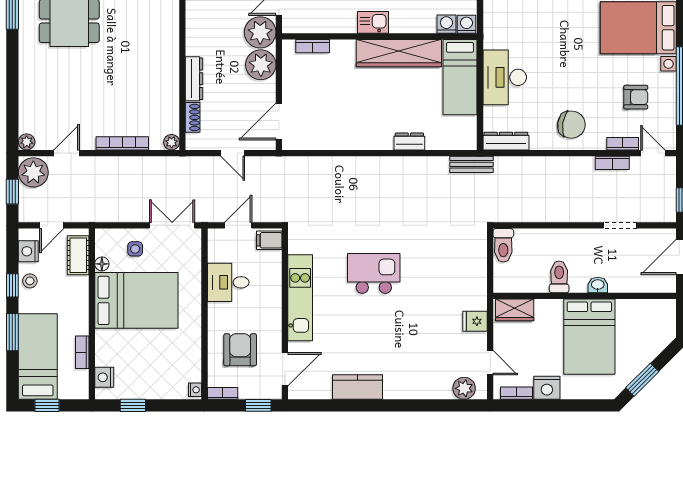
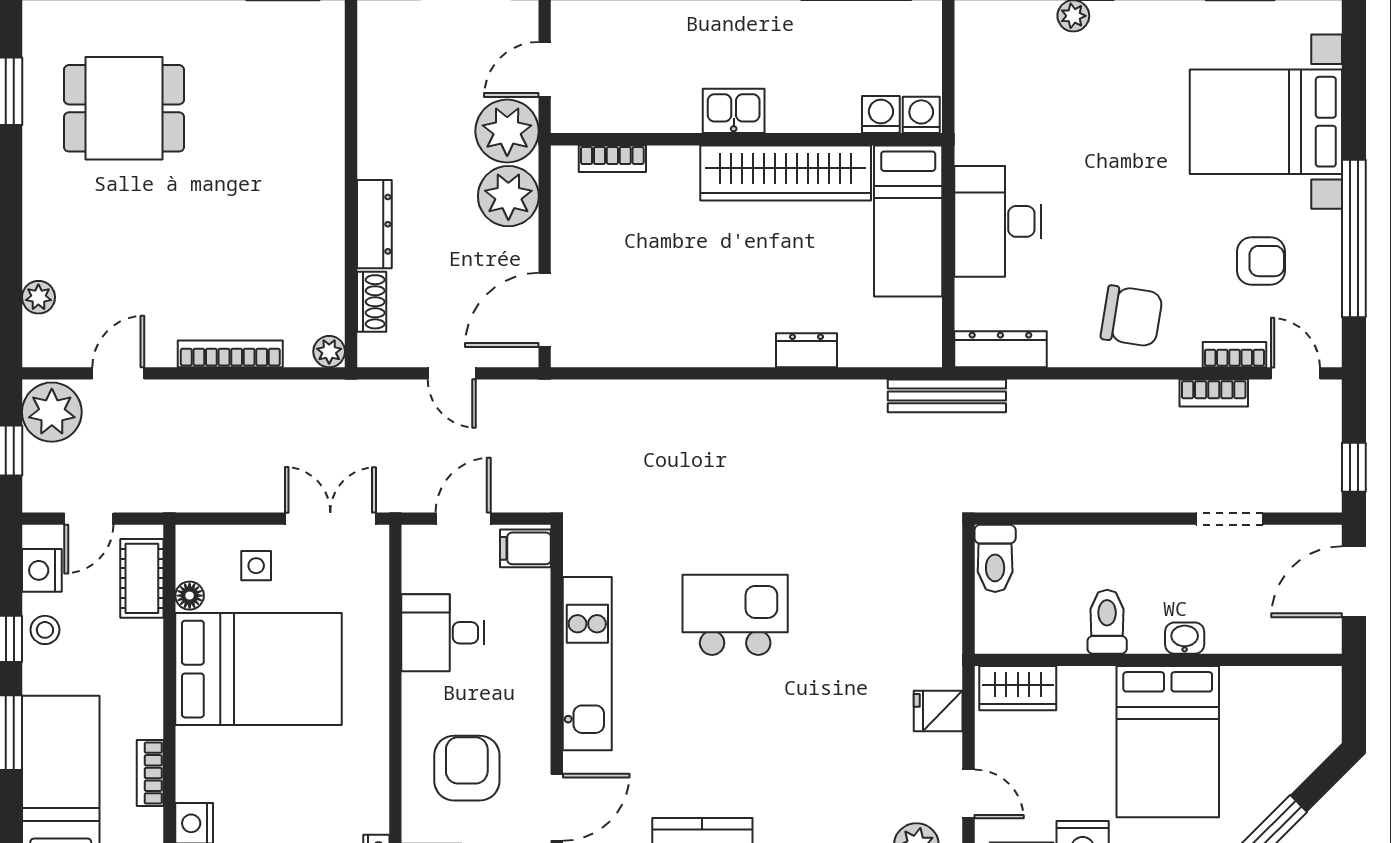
plant: (27, 142) -> (38, 297), moved
bench: (472, 164) -> (947, 396), width x1.36

